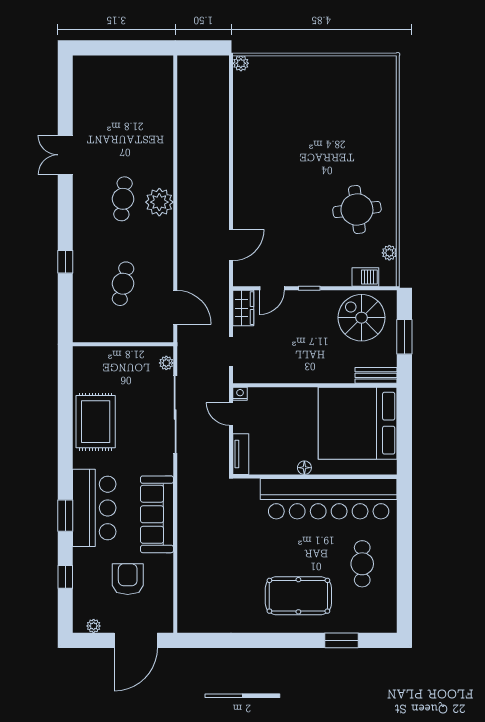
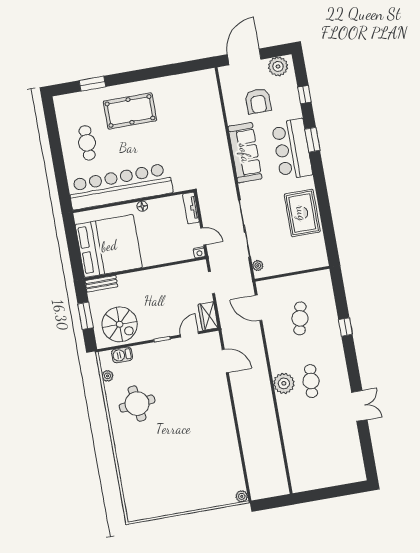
door: (231, 245) -> (225, 361), swing flipped
plant: (94, 626) -> (278, 66), width x1.87, depth x1.87

